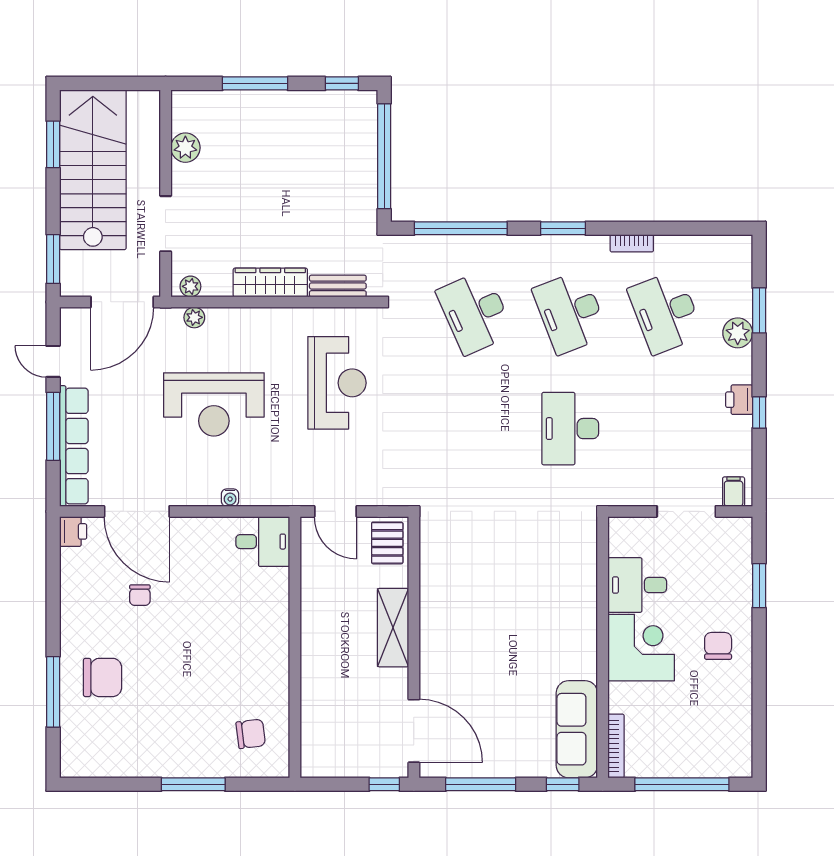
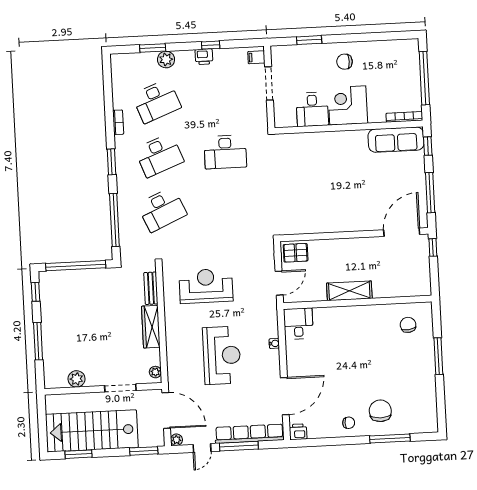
plant: (194, 317) -> (176, 440), moved
chair: (140, 595) -> (349, 423), moved
shelving: (393, 628) -> (349, 291), moved

